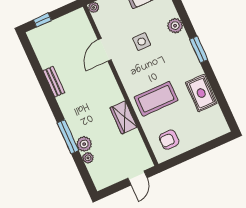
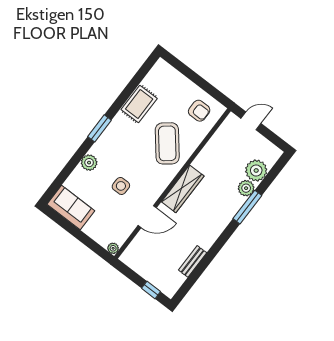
bench: (54, 82) -> (193, 261), moved
coffee table: (156, 99) -> (167, 143), turned 51
wardrobe: (123, 117) -> (183, 189), moved, width x1.50
plant: (88, 158) -> (256, 170), width x1.87, depth x1.87

